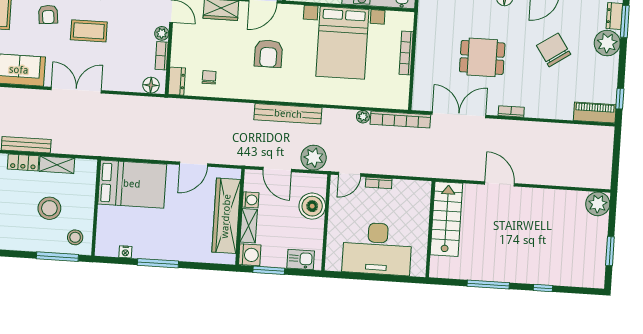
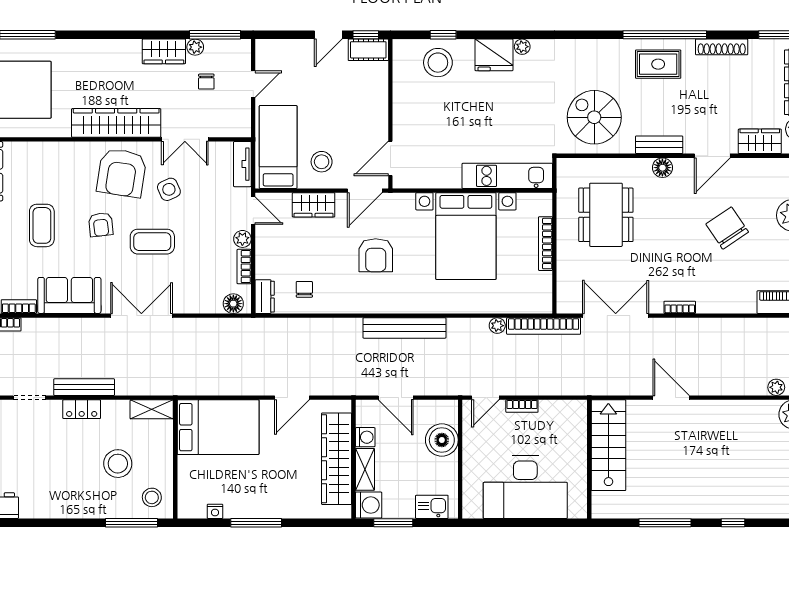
dining table: (482, 57) -> (606, 215), moved, width x1.38
plant: (314, 158) -> (776, 387), moved, width x0.53, depth x0.53
shelving: (57, 165) -> (152, 409), moved

